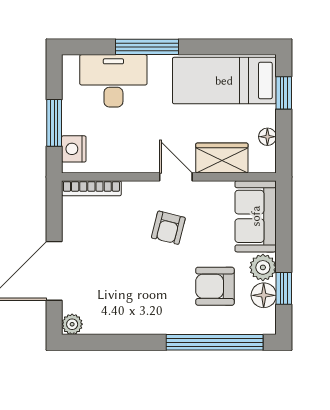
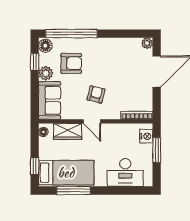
window: (147, 47) -> (74, 190), moved
floor lamp: (267, 137) -> (43, 132), moved
floor lamp: (264, 295) -> (45, 46), moved

